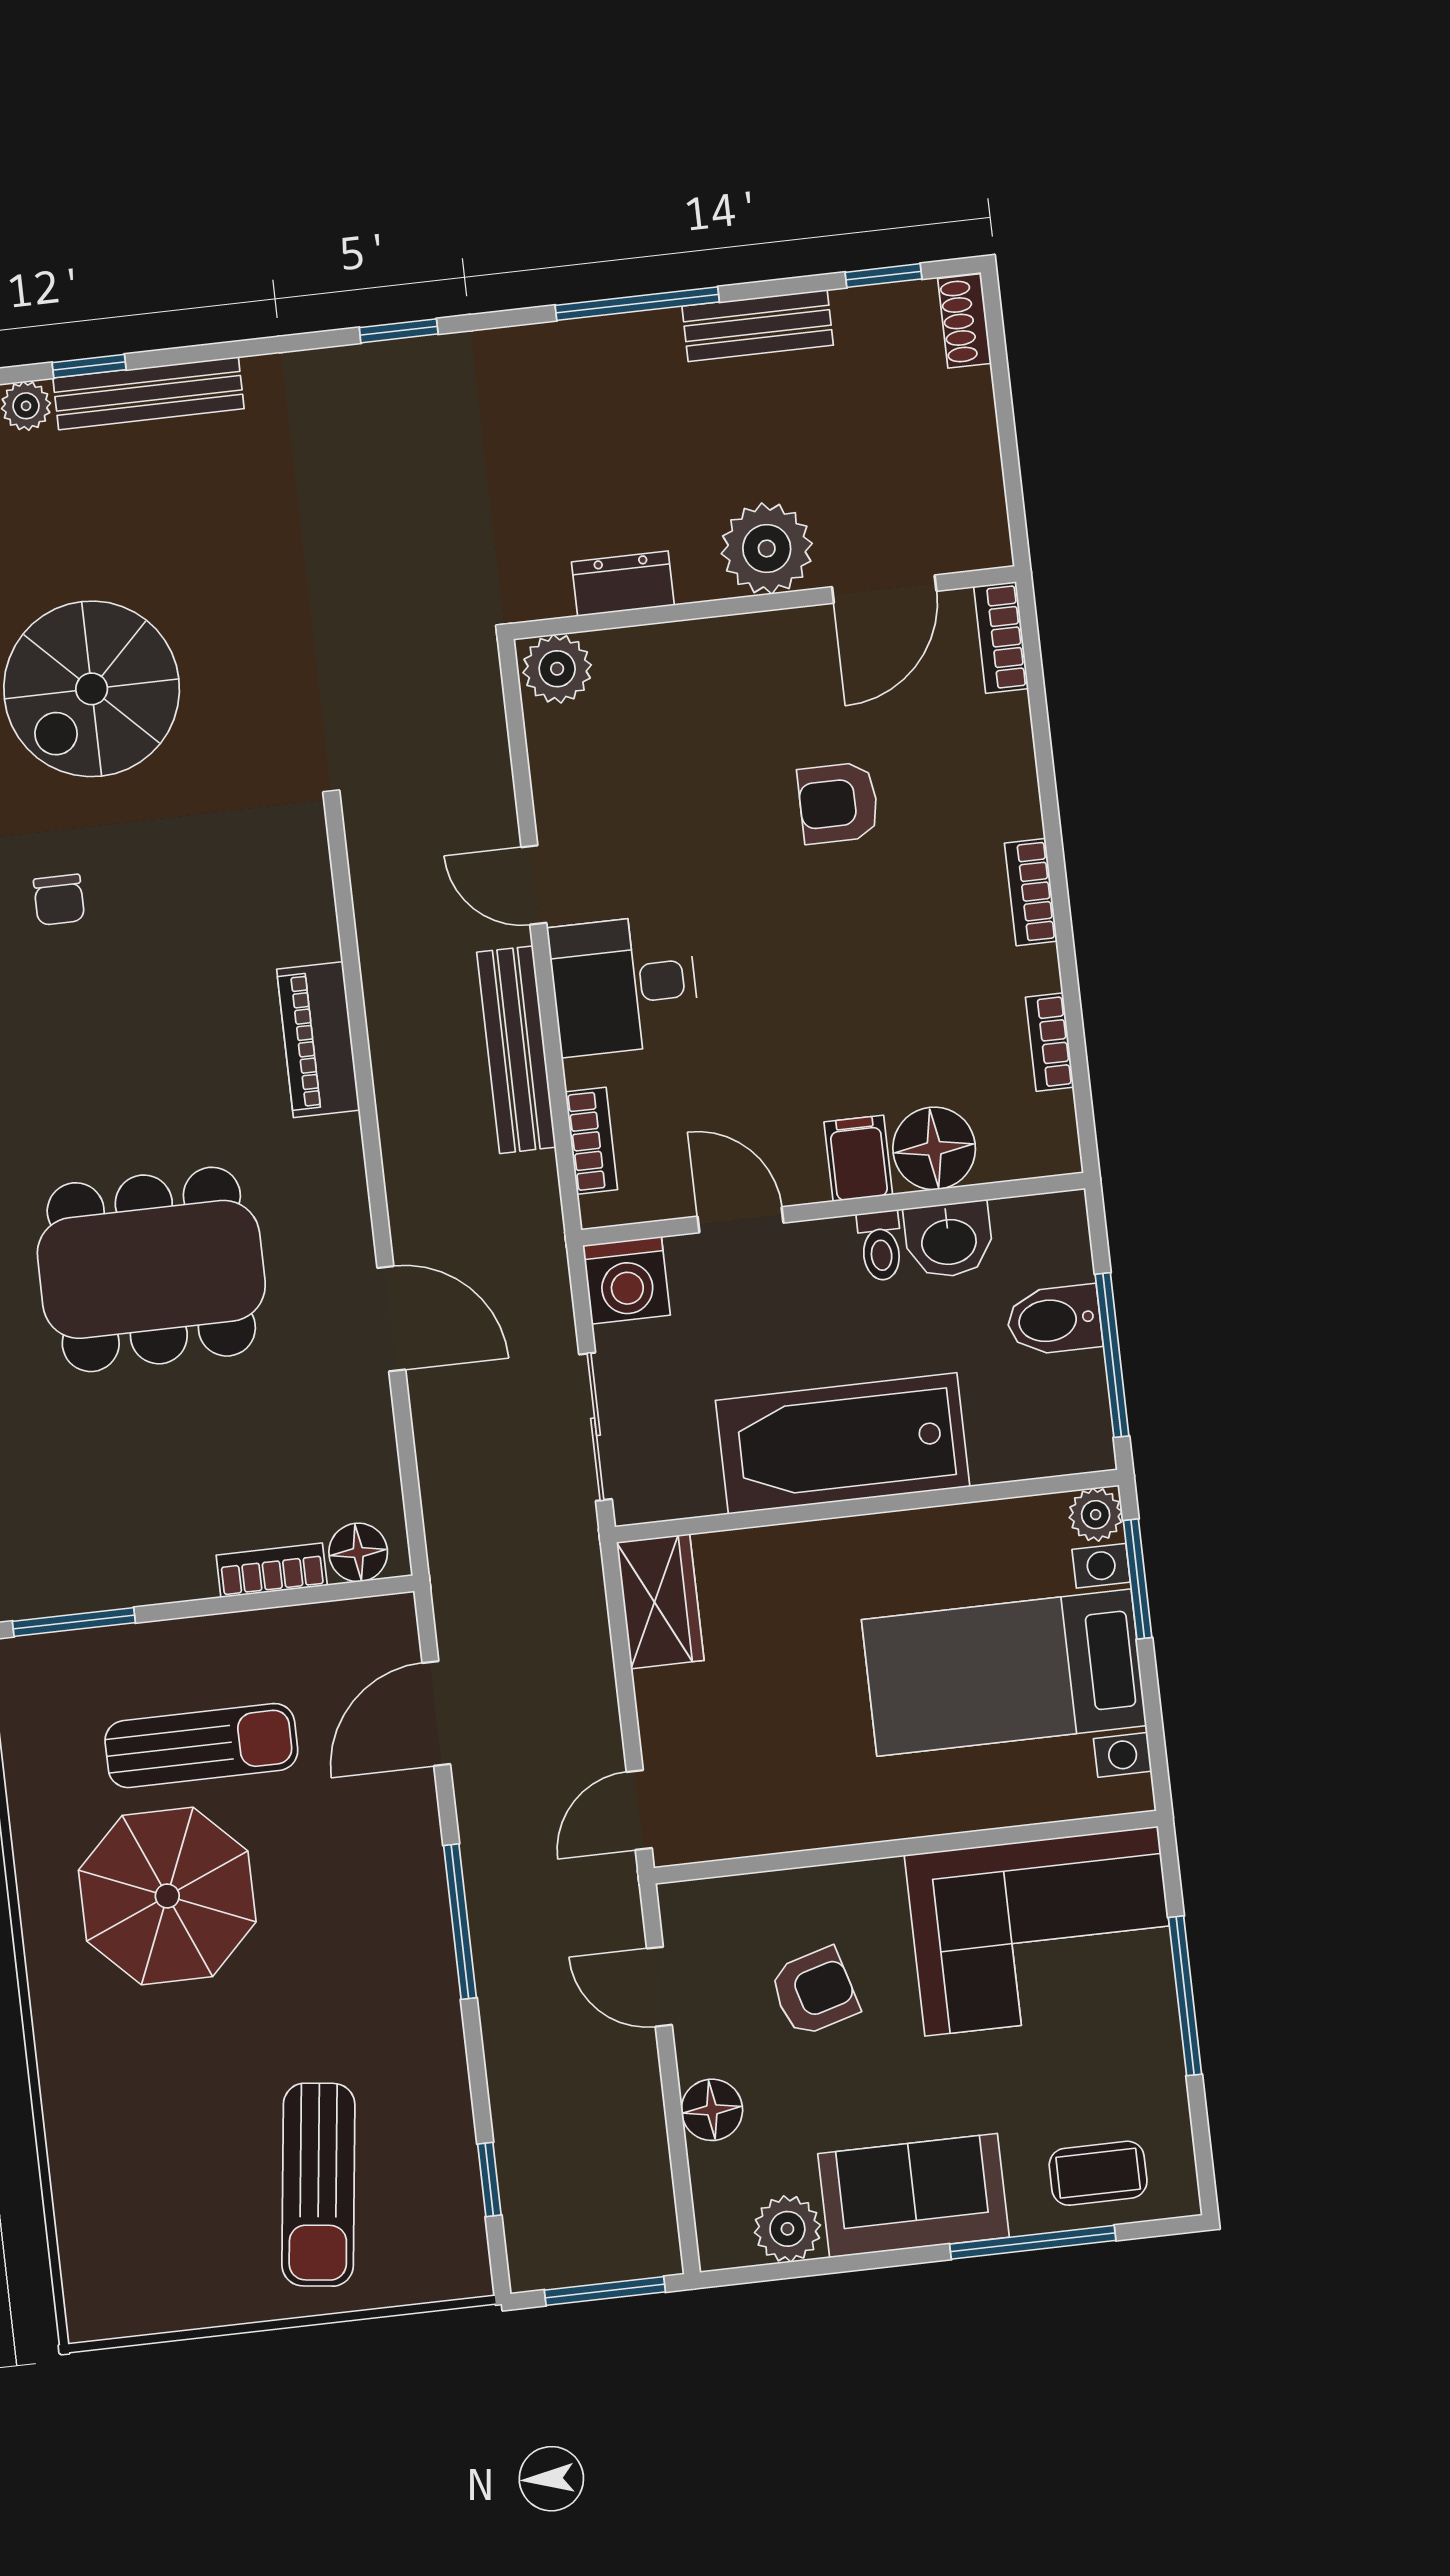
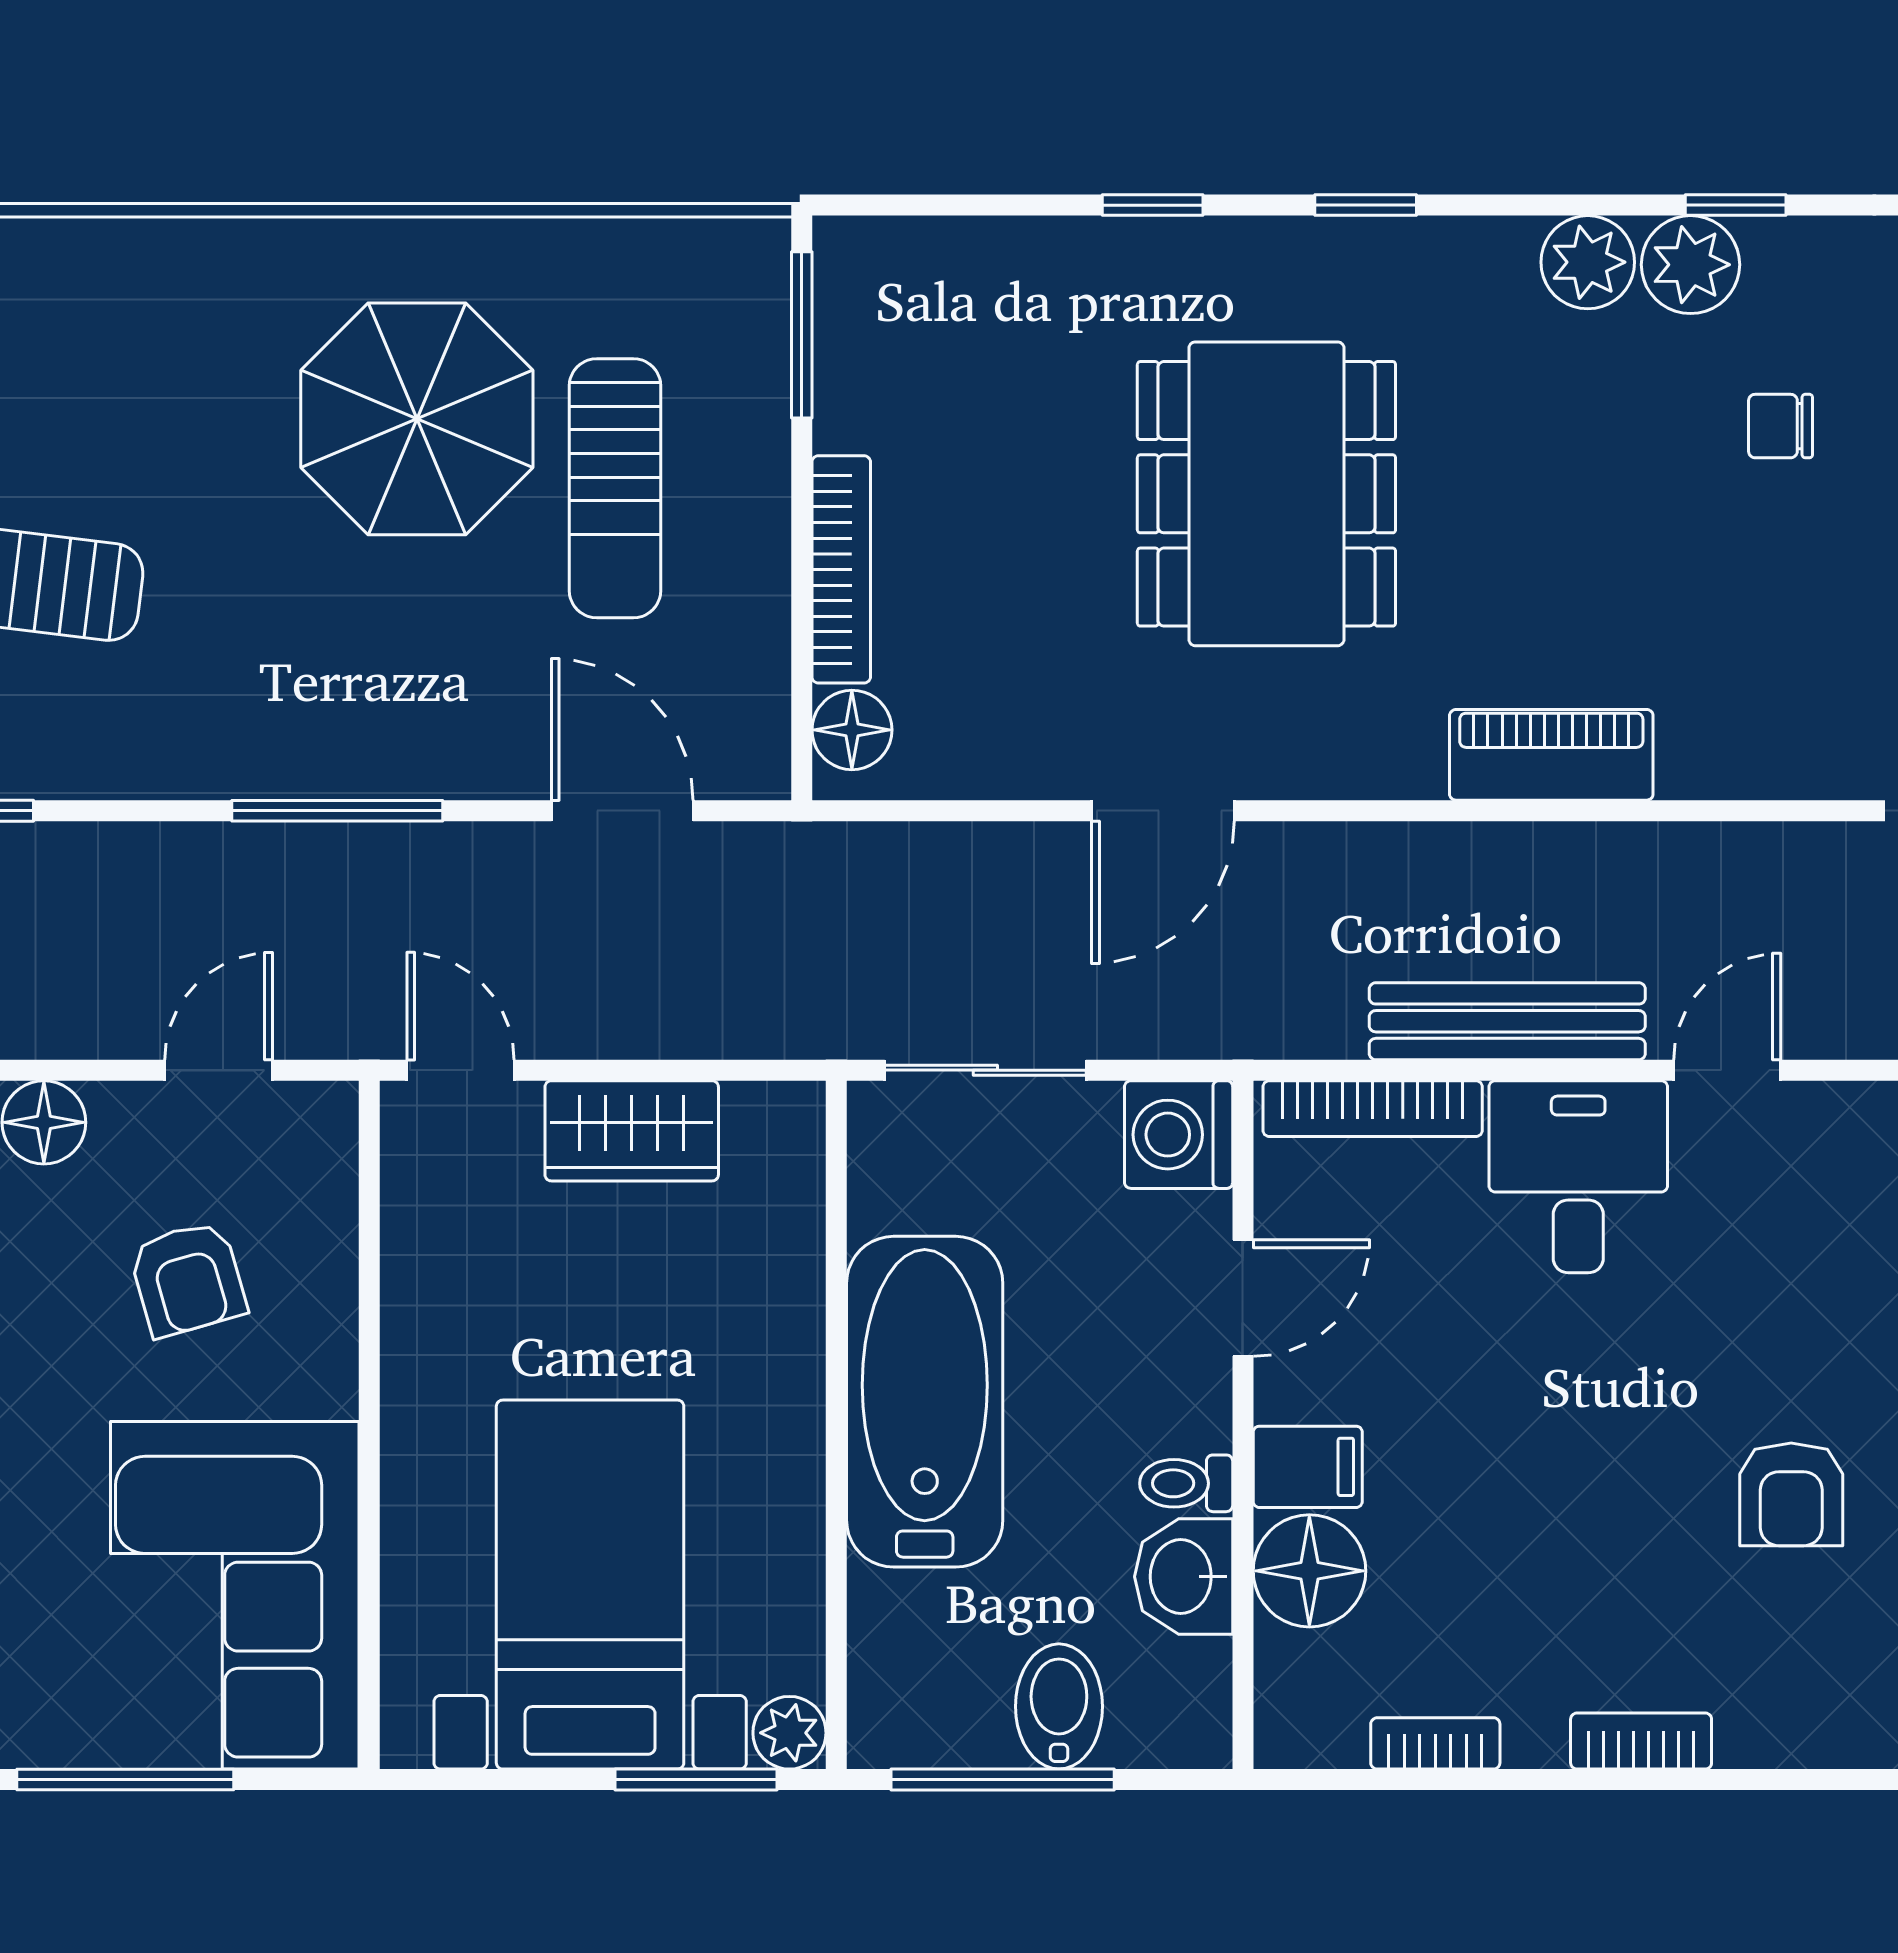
armchair: (838, 803) -> (1791, 1494), turned 180
bookcase: (591, 1141) -> (1373, 1109), width x1.56
bookcase: (272, 1570) -> (841, 569), width x1.56
wardrobe: (660, 1601) -> (632, 1131), moved

